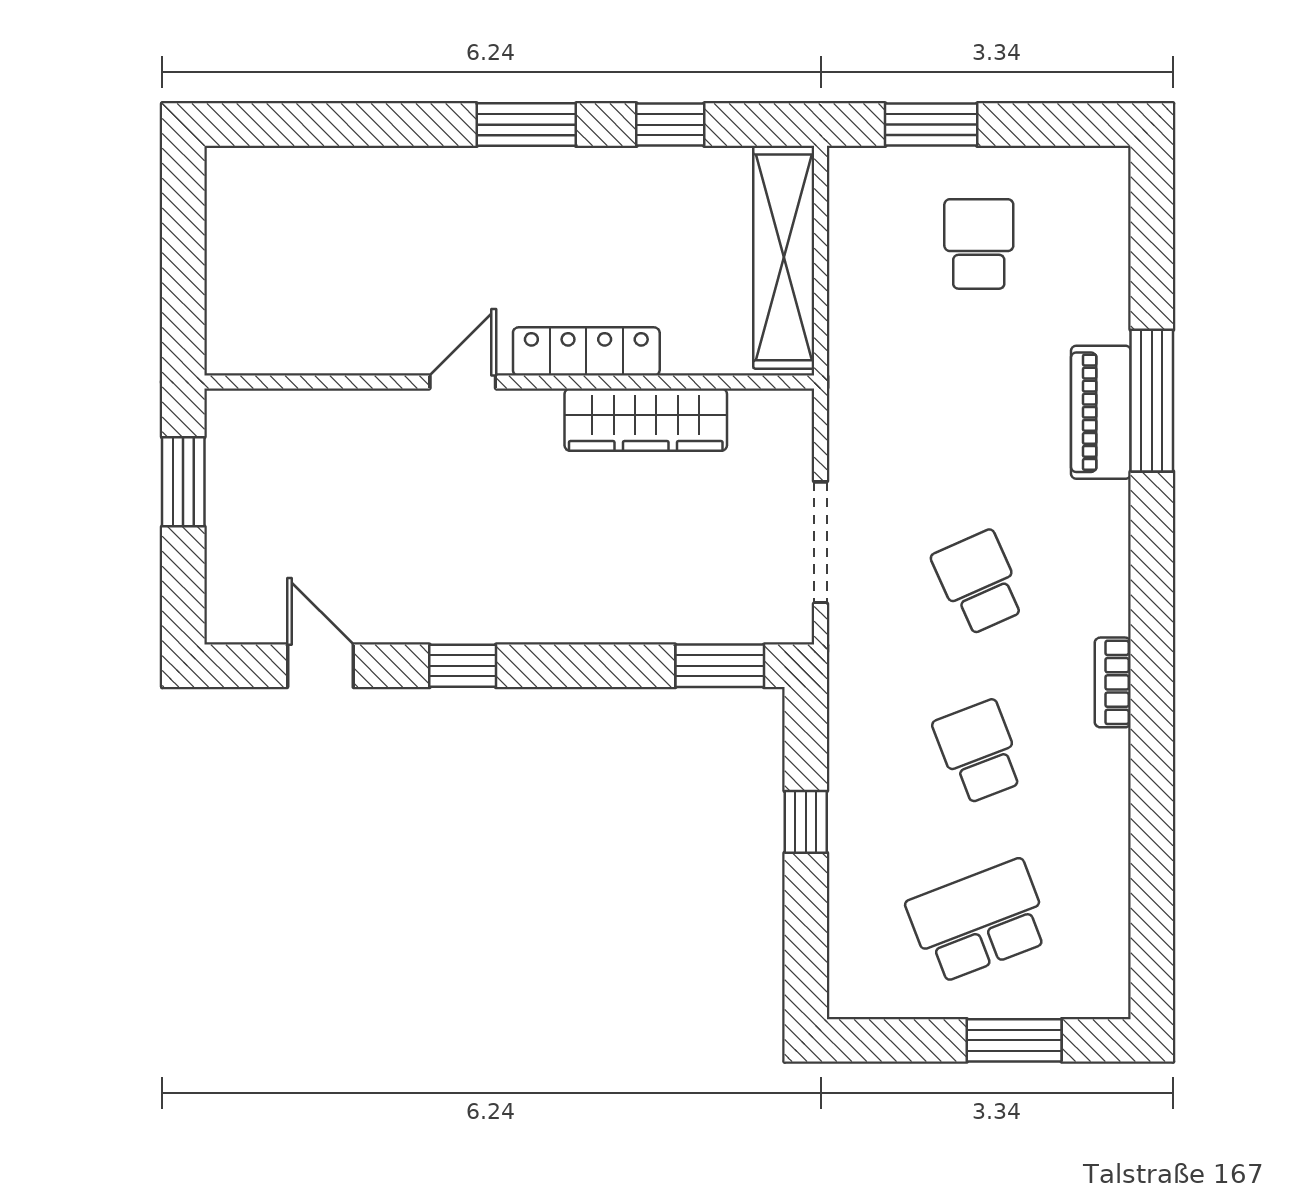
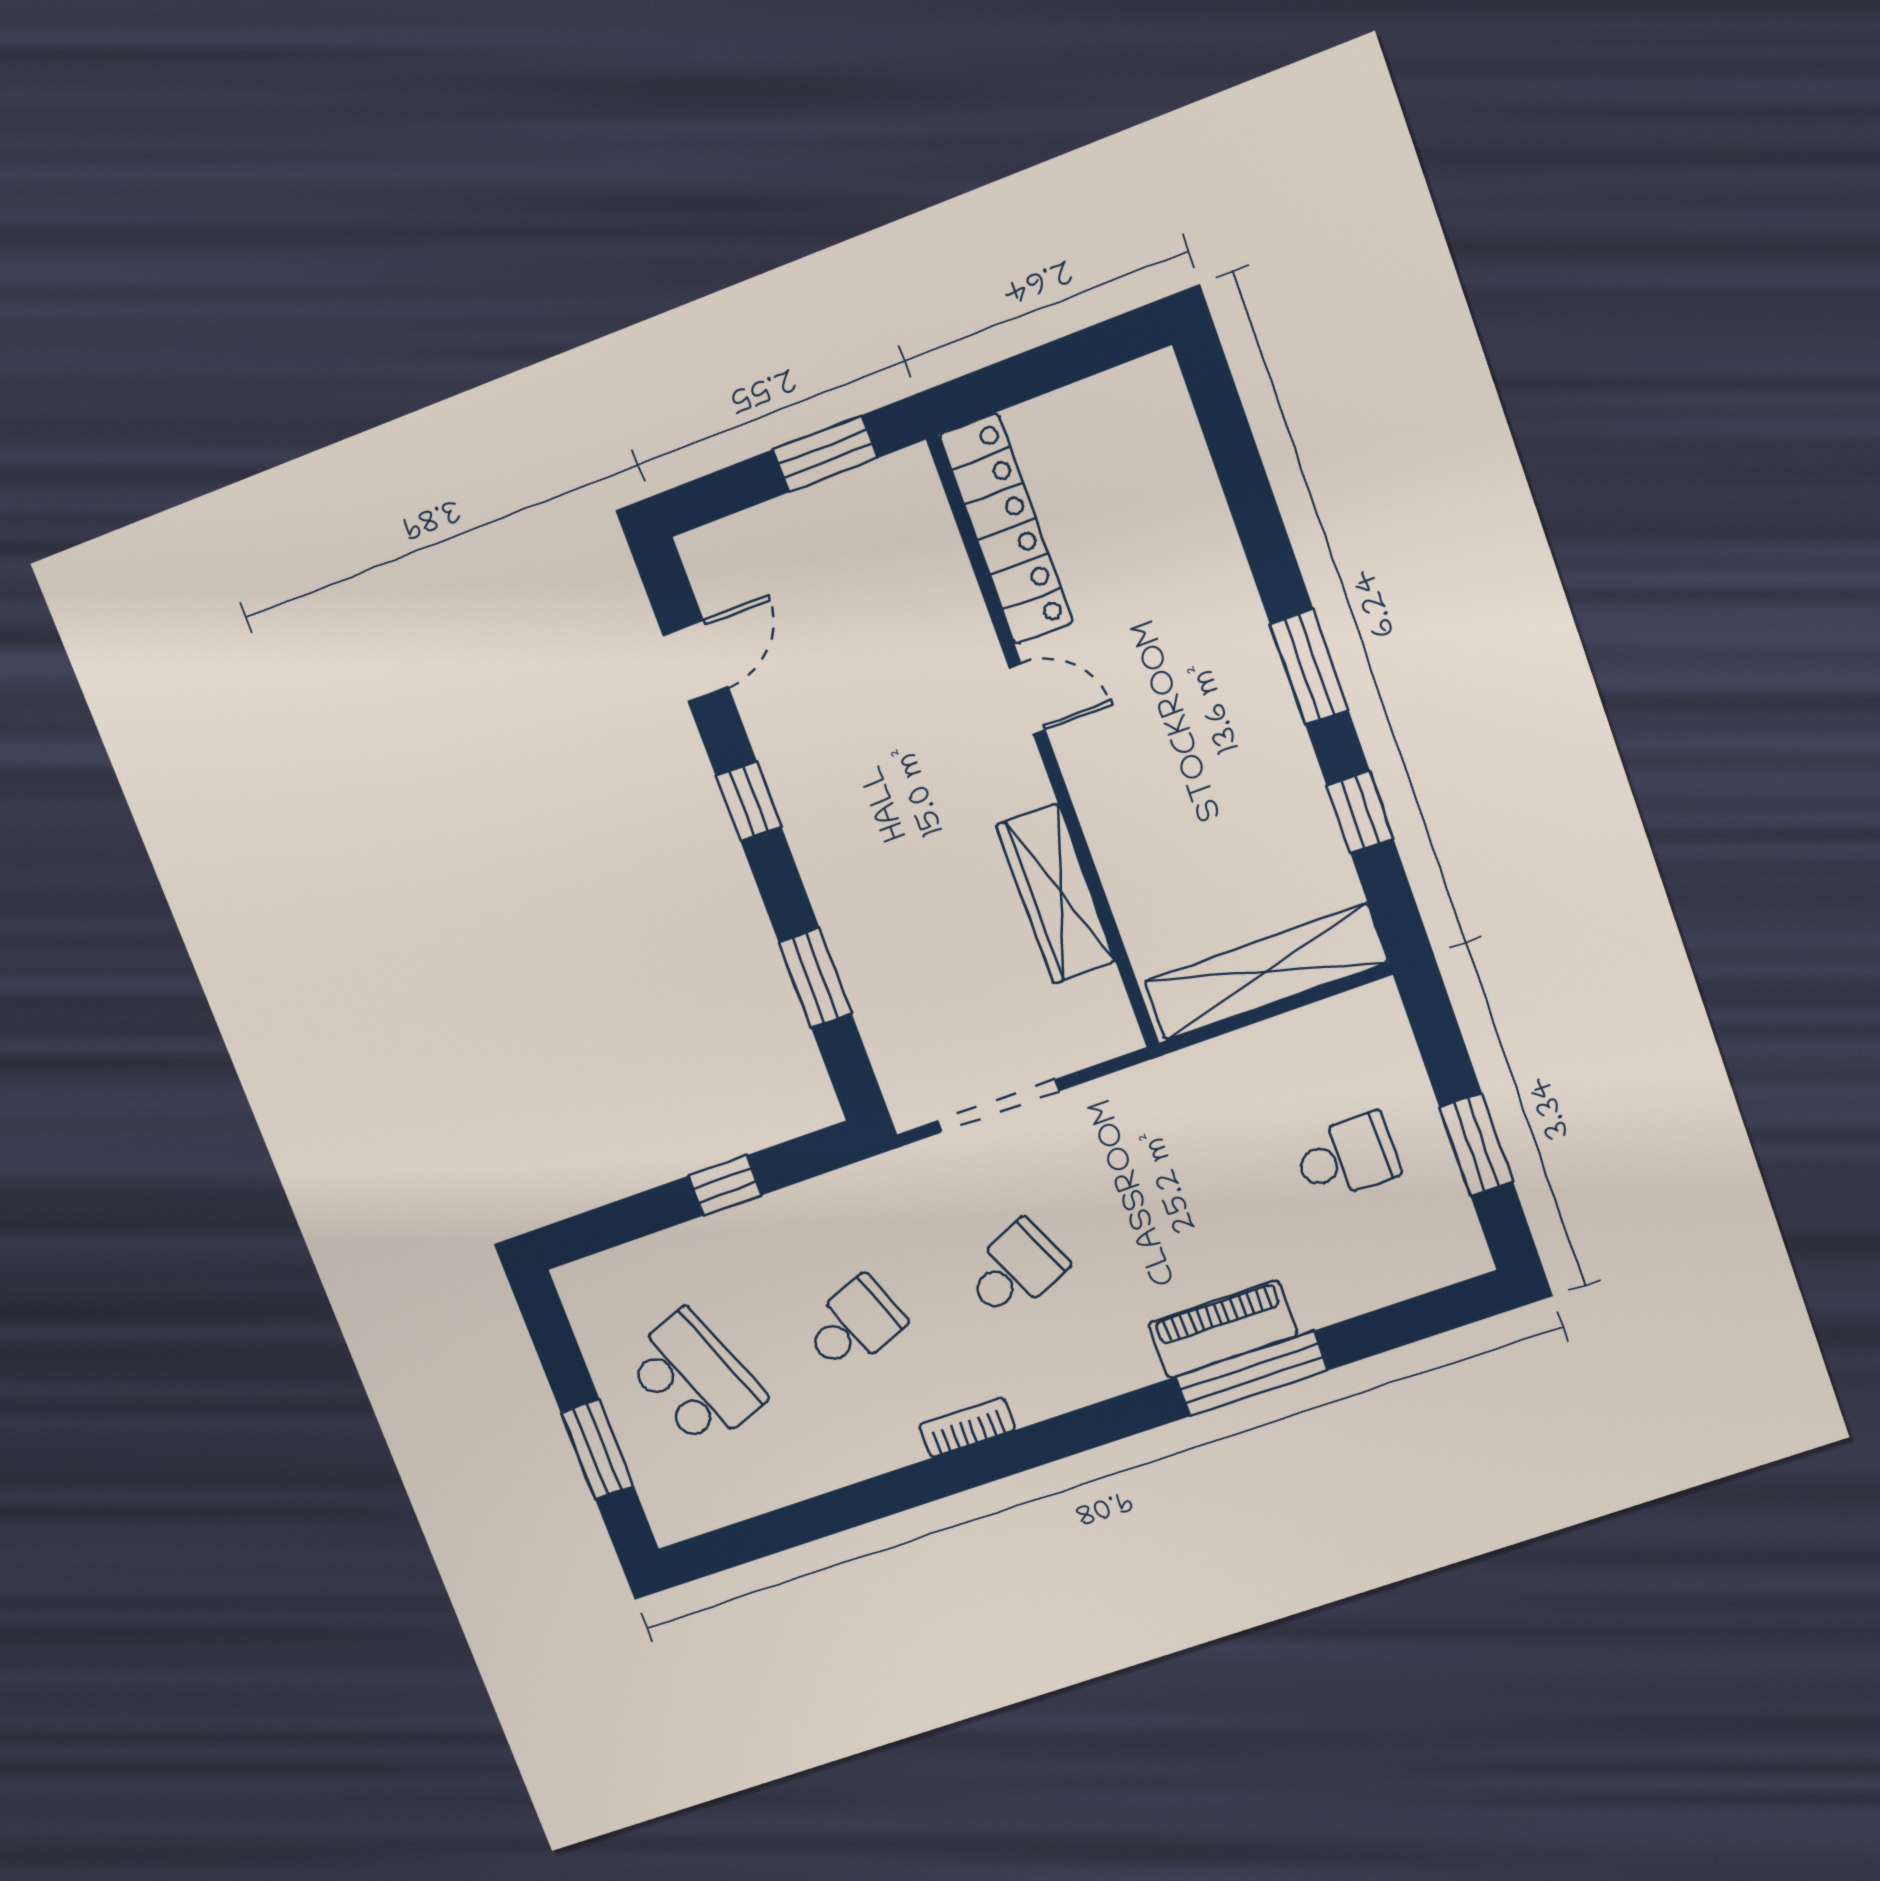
window: (931, 125) -> (1476, 1145), moved
locker: (586, 351) -> (1006, 529), moved, width x1.41, depth x1.21
window: (720, 666) -> (815, 978), moved

